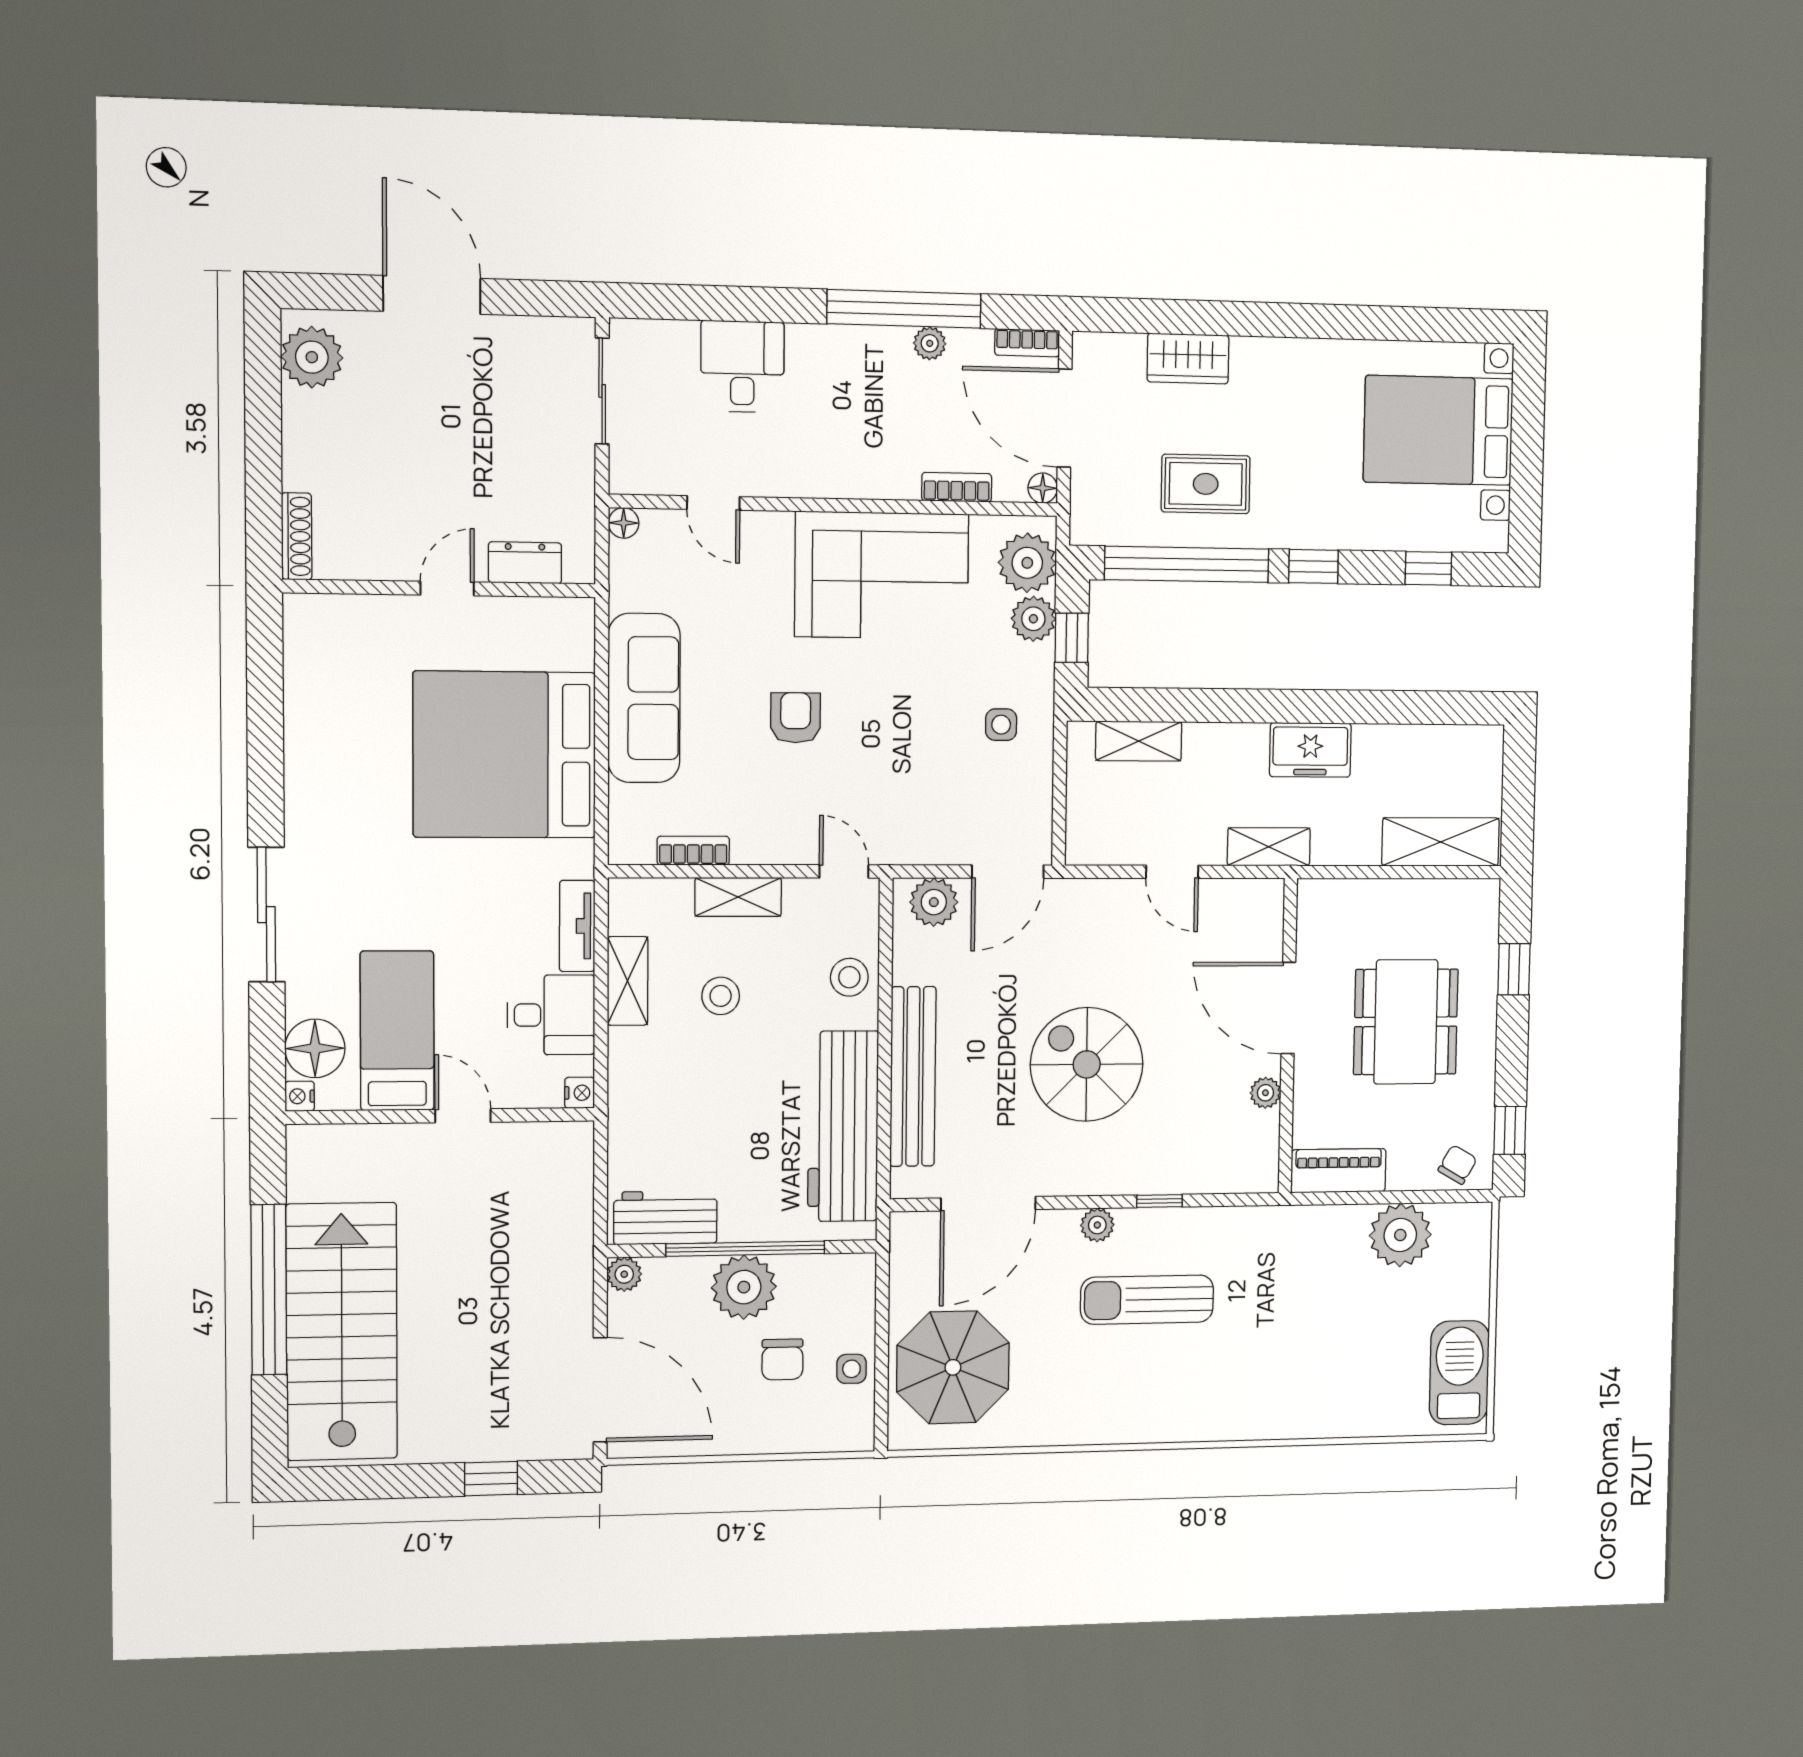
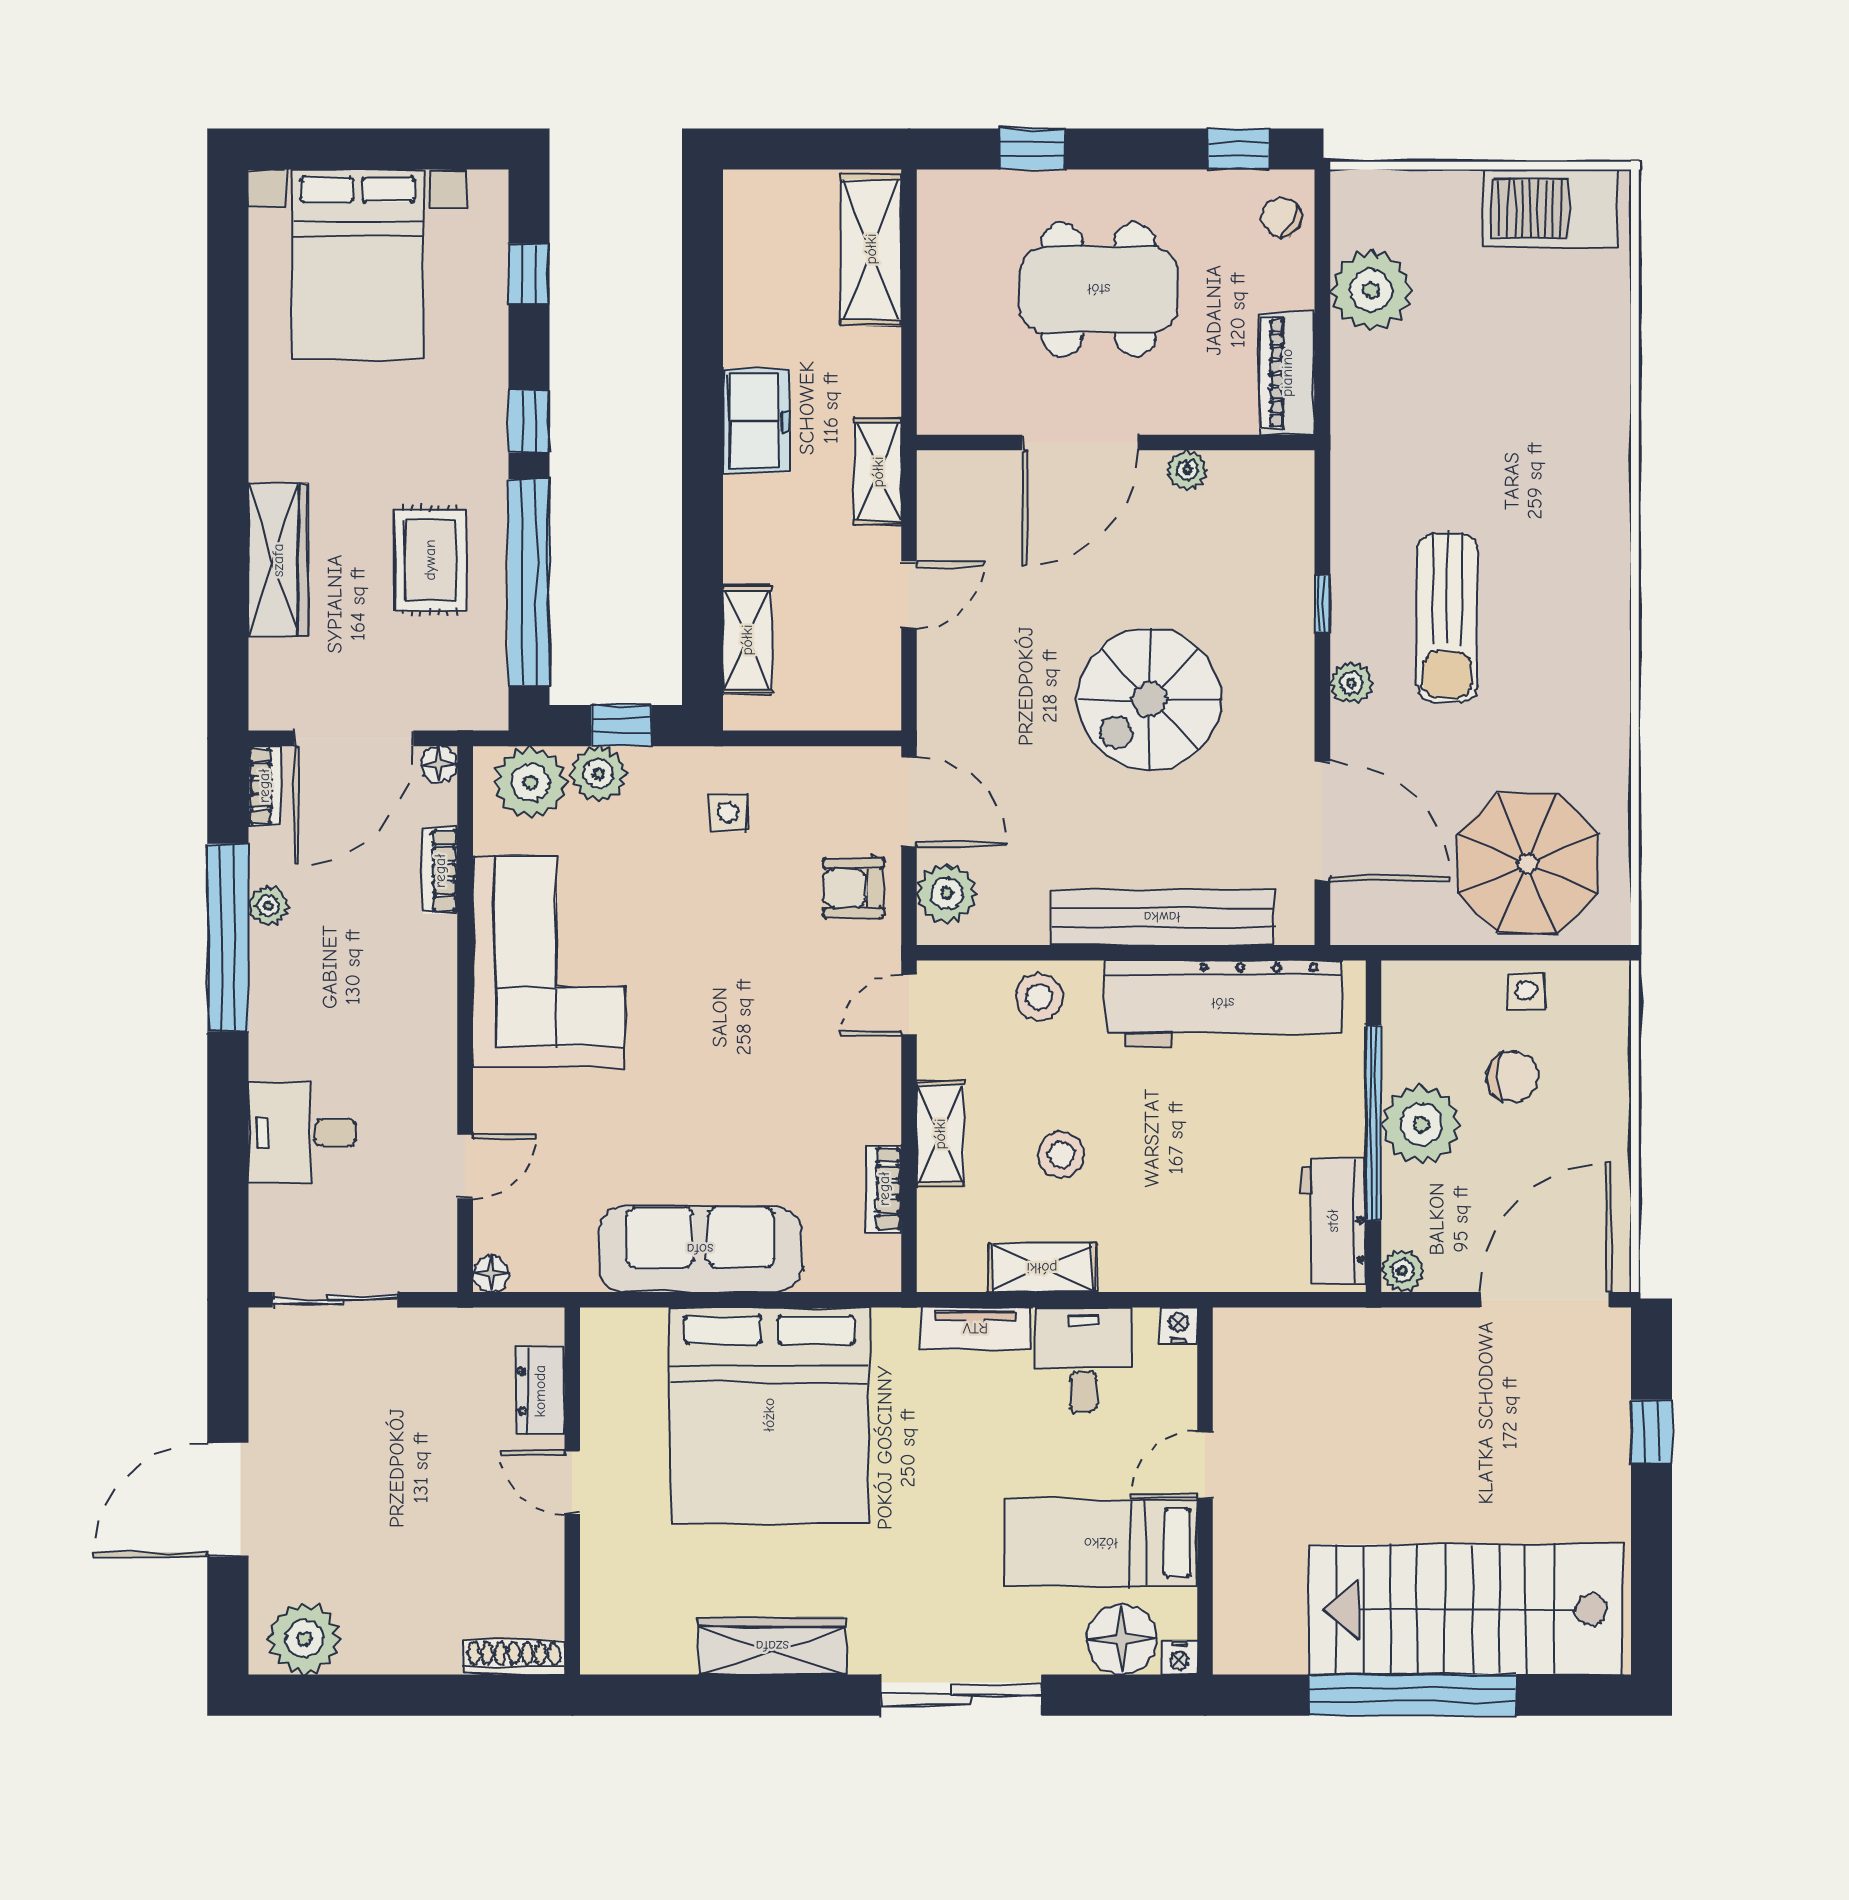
wardrobe: (1188, 358) -> (278, 560), width x1.50
armchair: (796, 718) -> (853, 888), moved
wardrobe: (308, 756) -> (772, 1646), added

